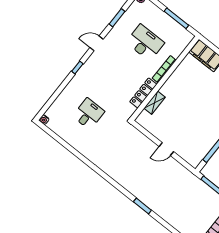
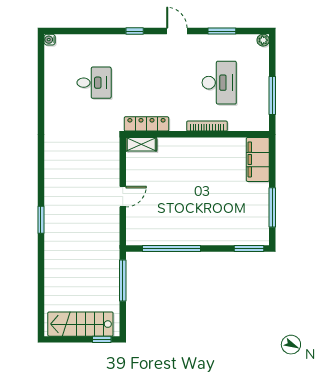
locker: (143, 93) -> (146, 124), moved
shelving: (155, 103) -> (141, 144), moved
door: (166, 149) -> (123, 197), swing flipped

